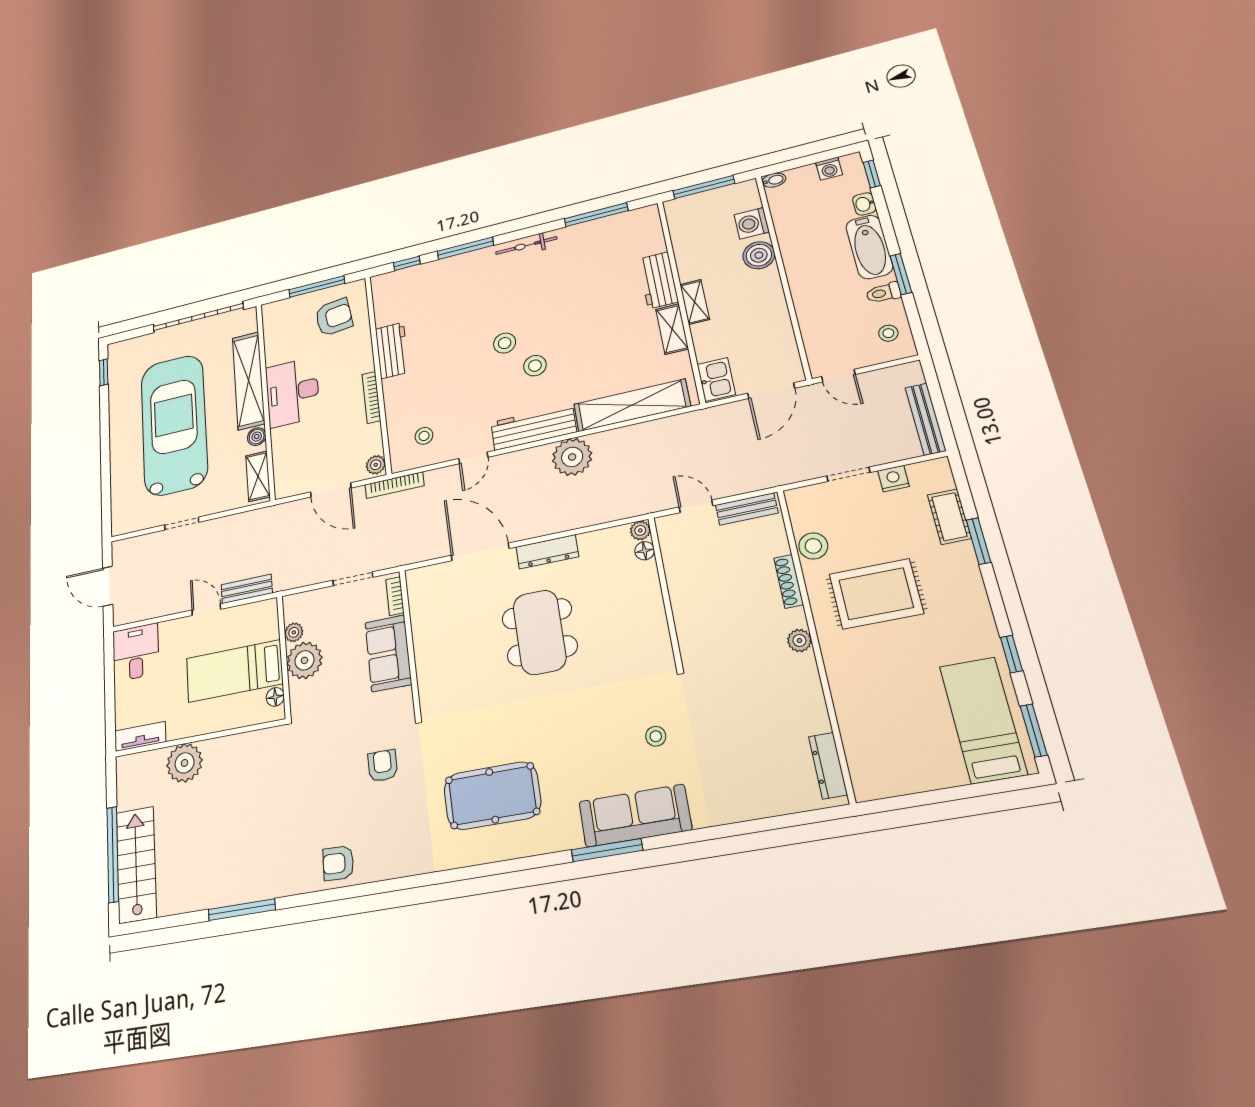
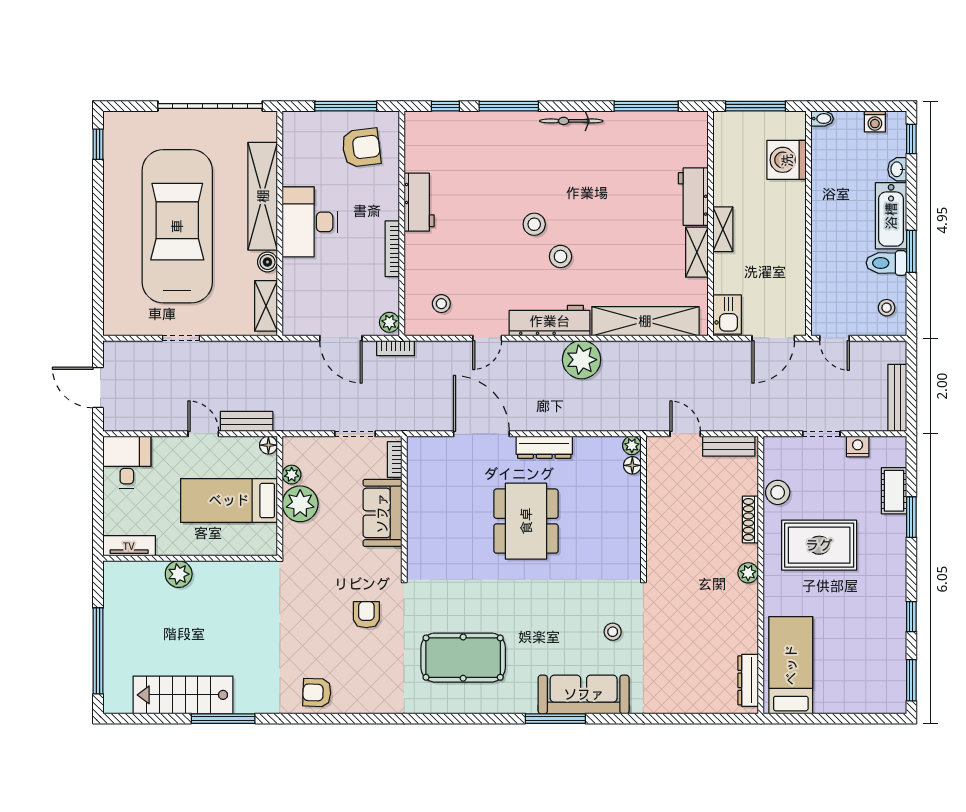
washing machine: (752, 223) -> (787, 160), width x1.37, depth x1.37
boiler: (759, 255) -> (791, 196), removed
toilet: (883, 293) -> (886, 263), width x1.37, depth x1.39
bookcase: (395, 485) -> (396, 348), width x0.64
floor lamp: (275, 697) -> (268, 445), moved
bed: (983, 720) -> (791, 665), moved
plant: (185, 763) -> (179, 574), width x0.73, depth x0.73
stairs: (136, 864) -> (183, 695), moved, turned -90

